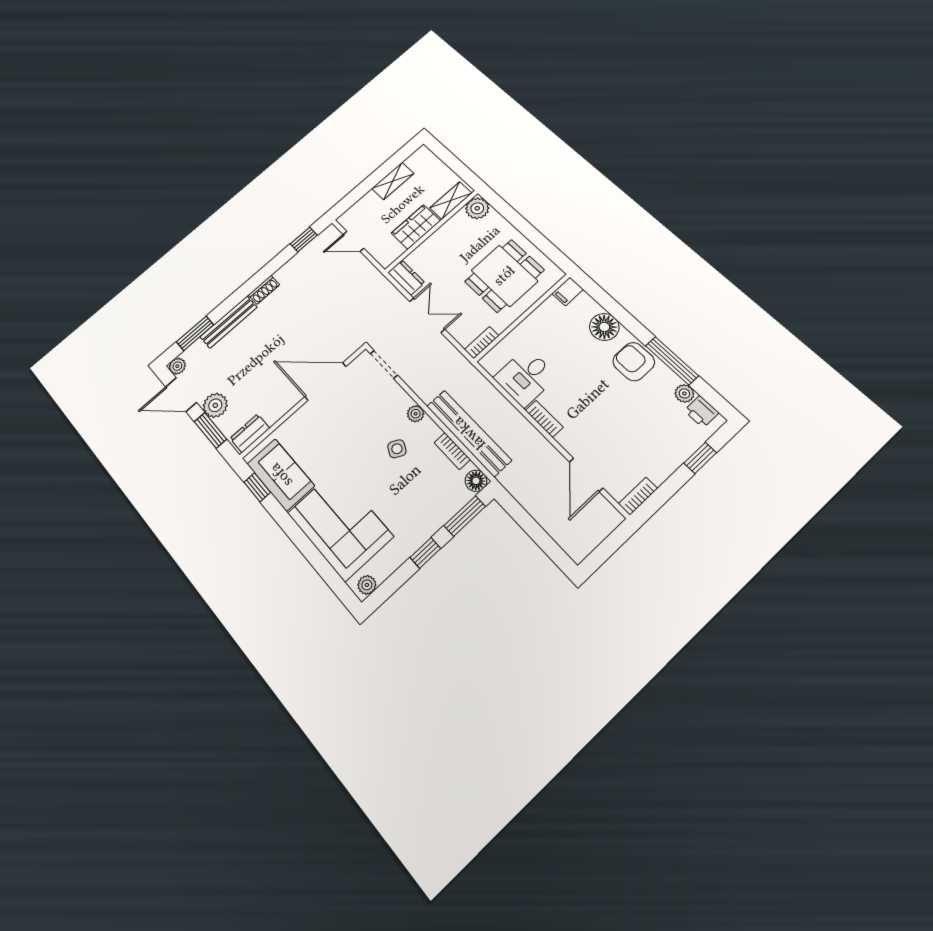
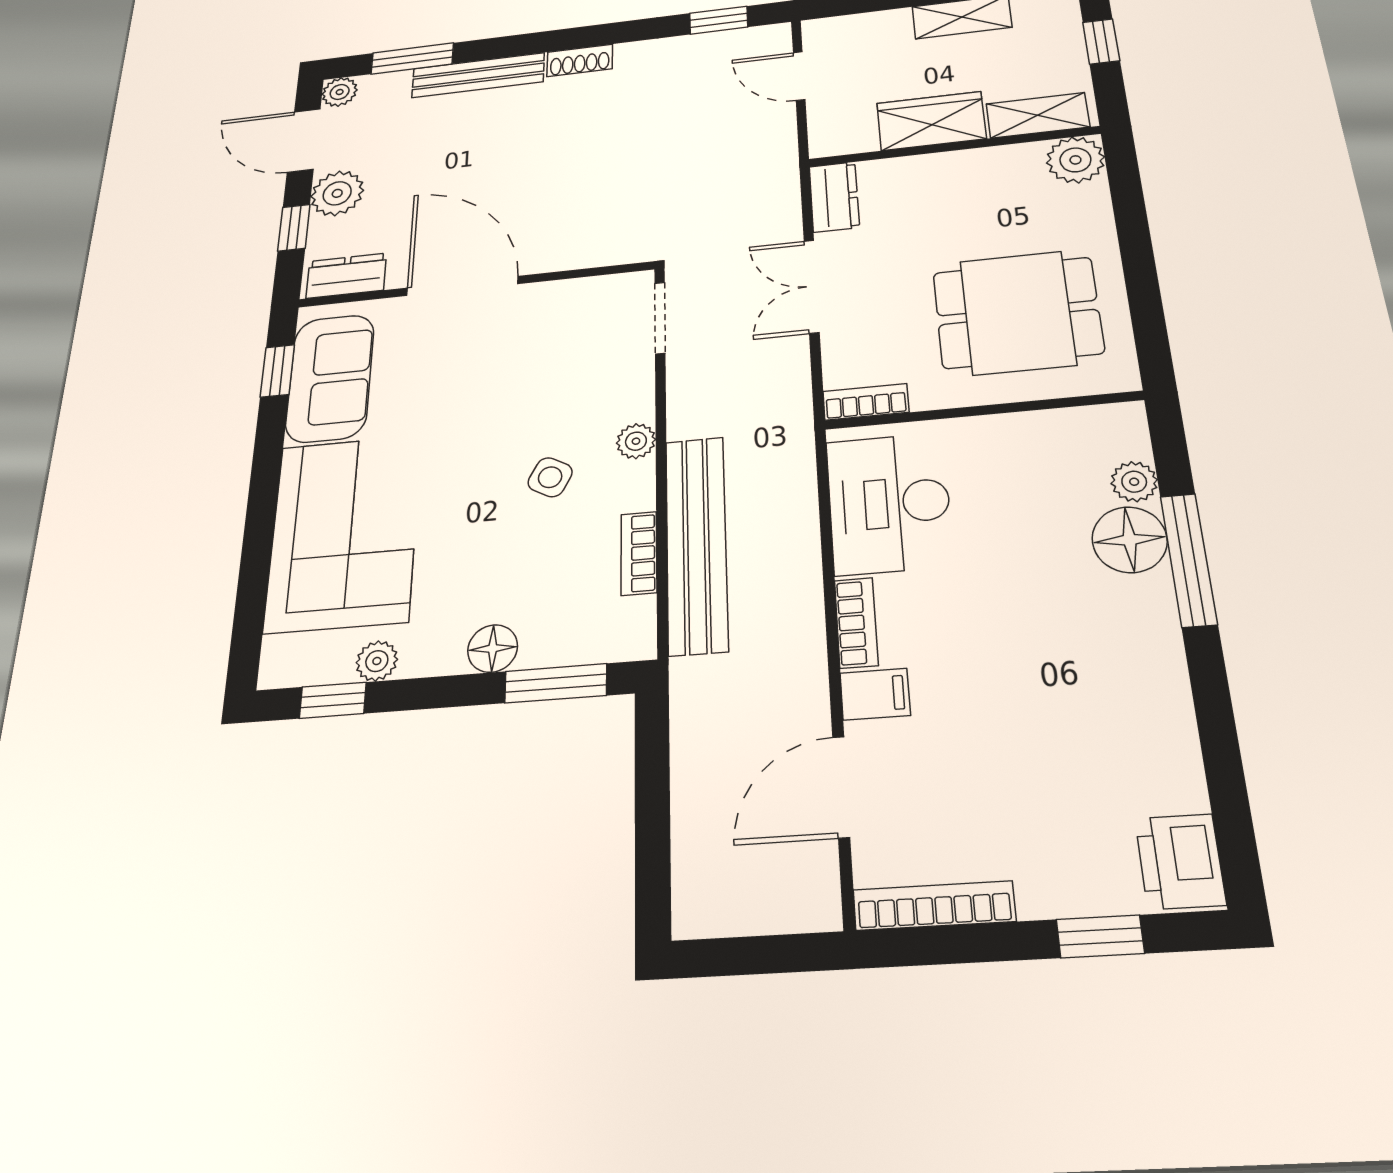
window: (449, 159) -> (1101, 41), added
filing cabinet: (568, 291) -> (875, 694), moved, turned 180
double door: (427, 315) -> (812, 286), swing flipped
window: (672, 361) -> (1189, 560), moved
armchair: (634, 362) -> (1130, 647), removed
desk: (526, 377) -> (889, 503), width x1.37
door: (325, 381) -> (462, 286), moved
plant: (684, 393) -> (1134, 482), moved
printer: (701, 412) -> (1180, 861), width x1.36, depth x1.24
window: (210, 430) -> (294, 228), width x0.67
floor lamp: (476, 481) -> (493, 648), moved
bookcase: (638, 496) -> (934, 906), width x1.56
window: (425, 553) -> (333, 700), moved
plant: (367, 585) -> (377, 661), moved

